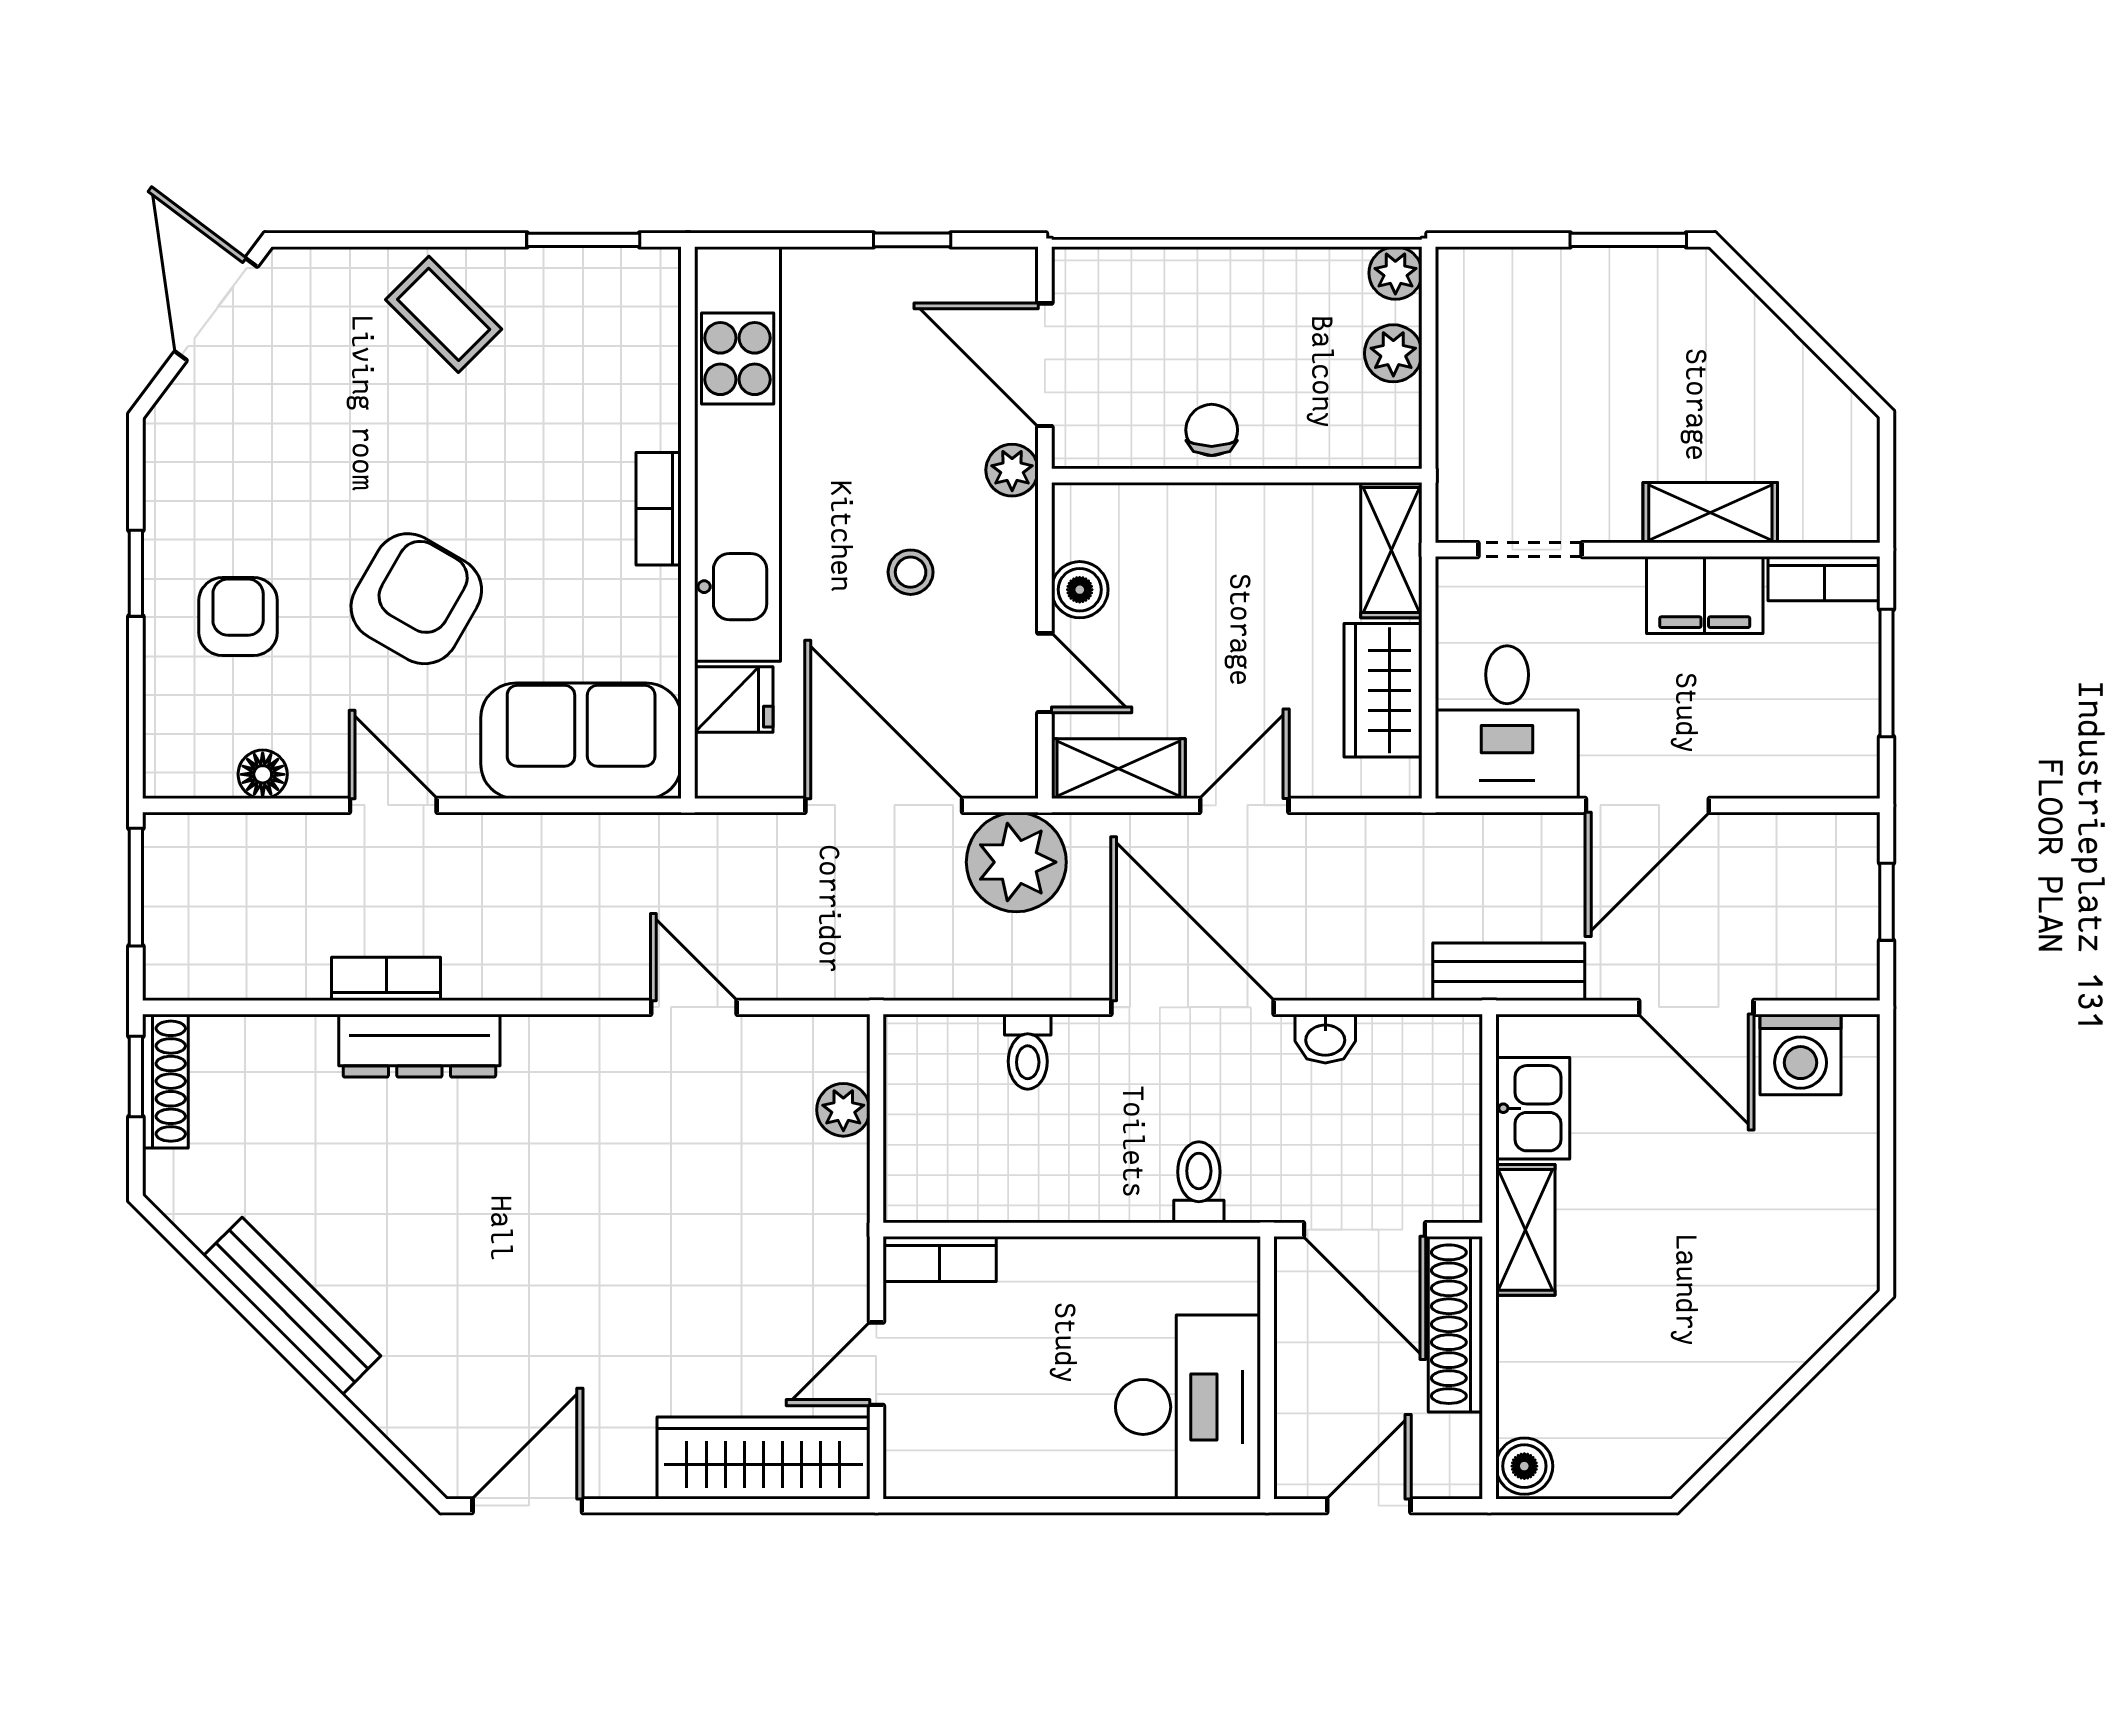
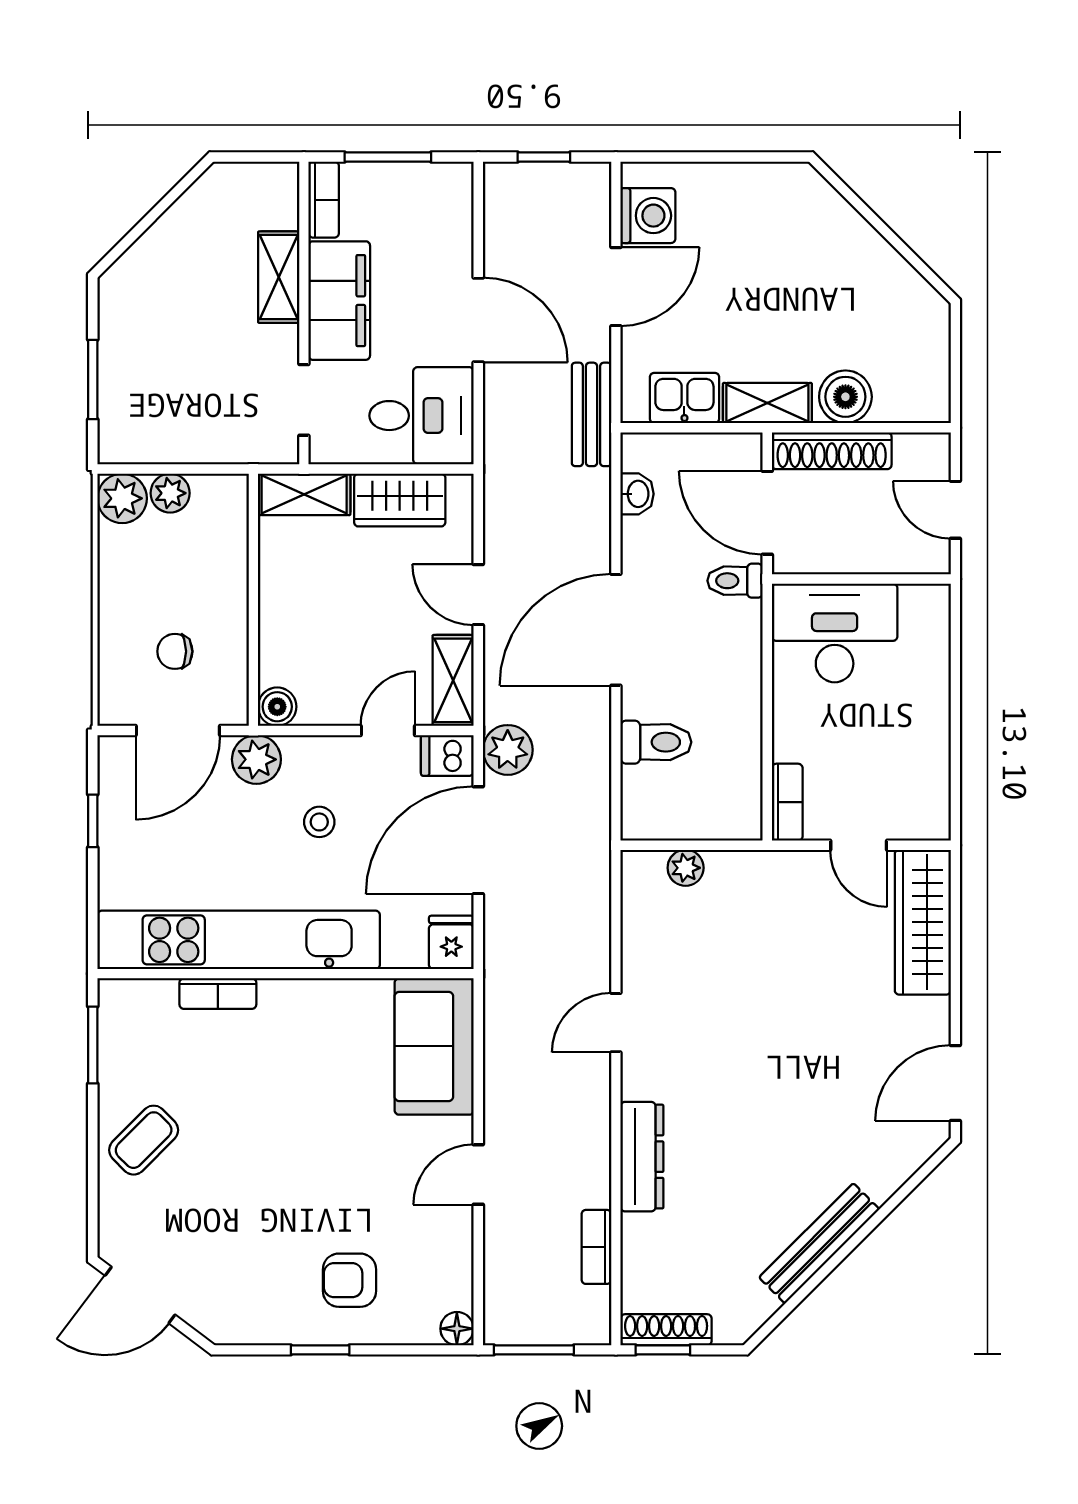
window: (1628, 240) -> (93, 380), moved
plant: (1395, 273) -> (122, 498), width x1.38, depth x1.38
chair: (1212, 430) -> (175, 651), moved
plant: (1012, 470) -> (256, 759), width x1.38, depth x1.38
bookcase: (659, 509) -> (218, 994), moved
boiler: (1080, 590) -> (277, 707), moved
filing cabinet: (1705, 595) -> (339, 301), width x1.50, depth x1.17
armchair: (416, 599) -> (337, 1159), removed
fridge: (734, 699) -> (451, 942), moved
dishwasher: (1008, 760) -> (447, 756), added
floor lamp: (263, 774) -> (457, 1329), moved
plant: (1016, 862) -> (508, 750), width x0.73, depth x0.73
bookcase: (386, 979) -> (596, 1247), moved
door: (694, 1007) -> (616, 1023), moved
washbasin: (1325, 1039) -> (637, 494), moved
toilet: (1028, 1052) -> (656, 742), width x1.37, depth x1.39
toilet: (1199, 1182) -> (735, 581), moved
door: (1365, 1230) -> (767, 513), swing flipped
desk: (1188, 1407) -> (835, 633), moved
boiler: (1524, 1466) -> (845, 397), moved, width x1.36, depth x1.36
door: (527, 1506) -> (955, 1083), hinge flipped

